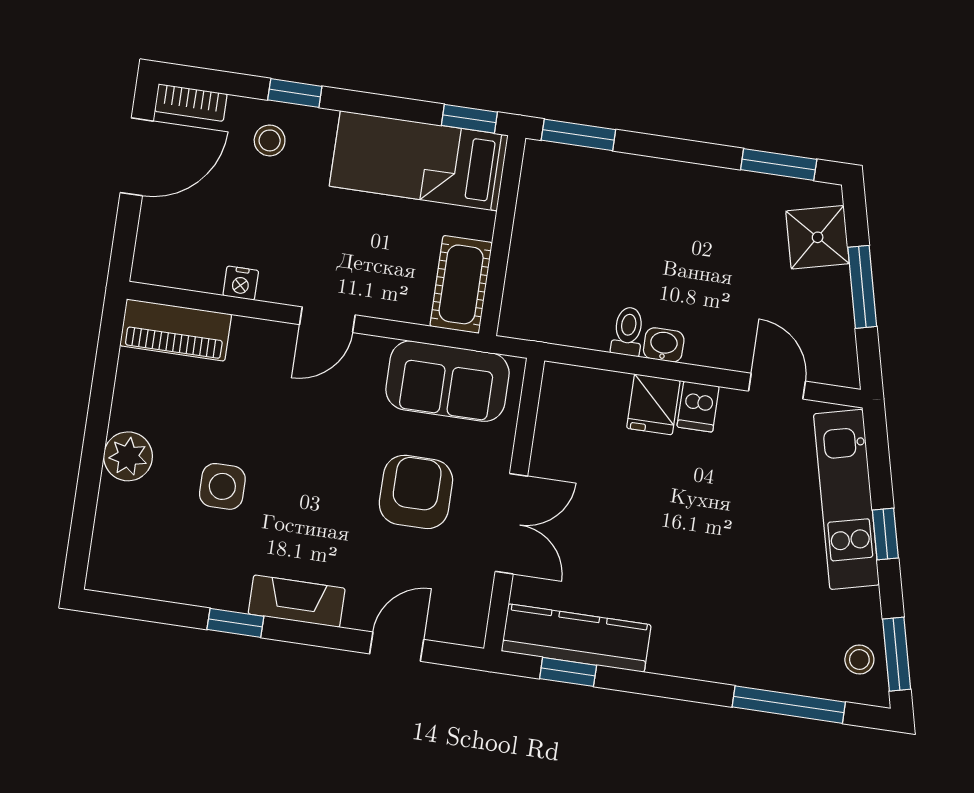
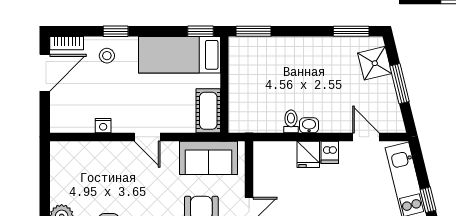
door: (327, 320) -> (147, 137), hinge flipped
piano: (176, 330) -> (75, 153), removed

